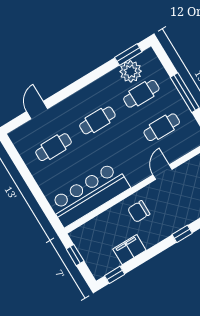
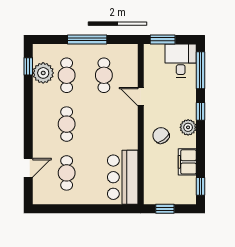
window: (128, 55) -> (28, 66), width x0.67
door: (37, 110) -> (28, 168), swing flipped
bar counter: (89, 194) -> (123, 177), width x0.73
chair: (139, 211) -> (161, 135), turned 144
plant: (161, 231) -> (188, 127), added

